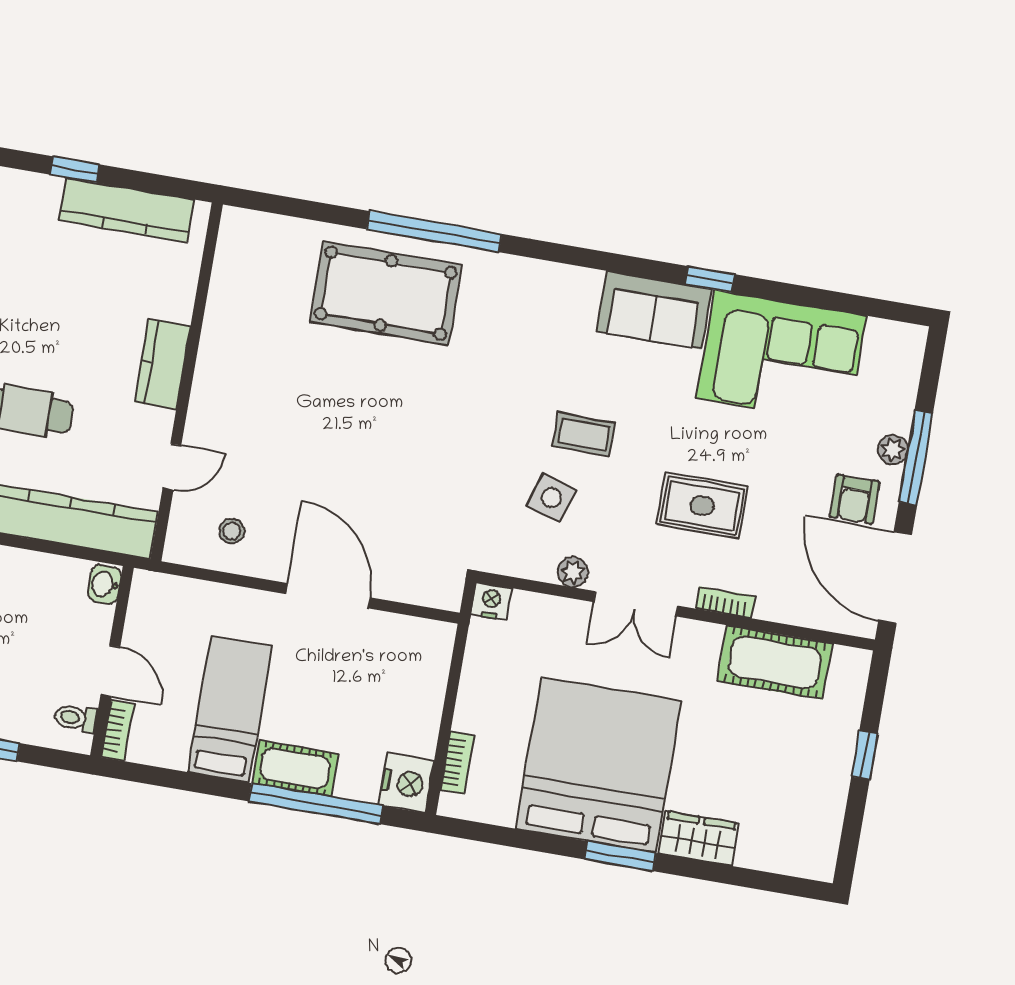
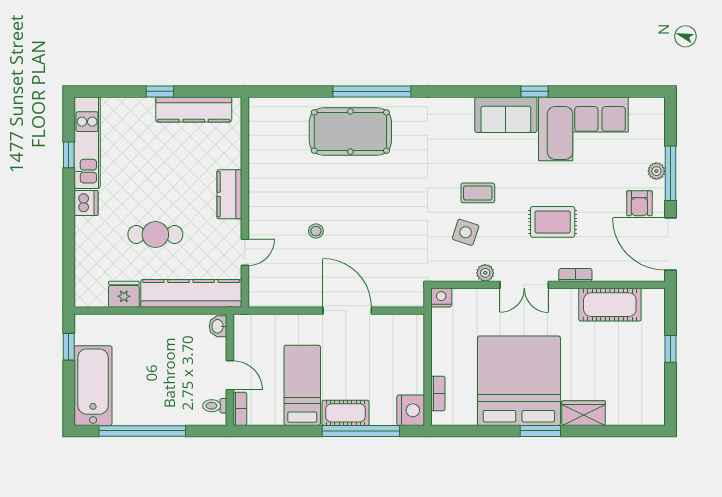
stool: (232, 531) -> (316, 231), moved

